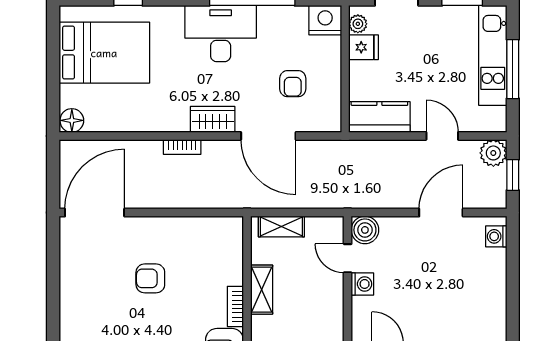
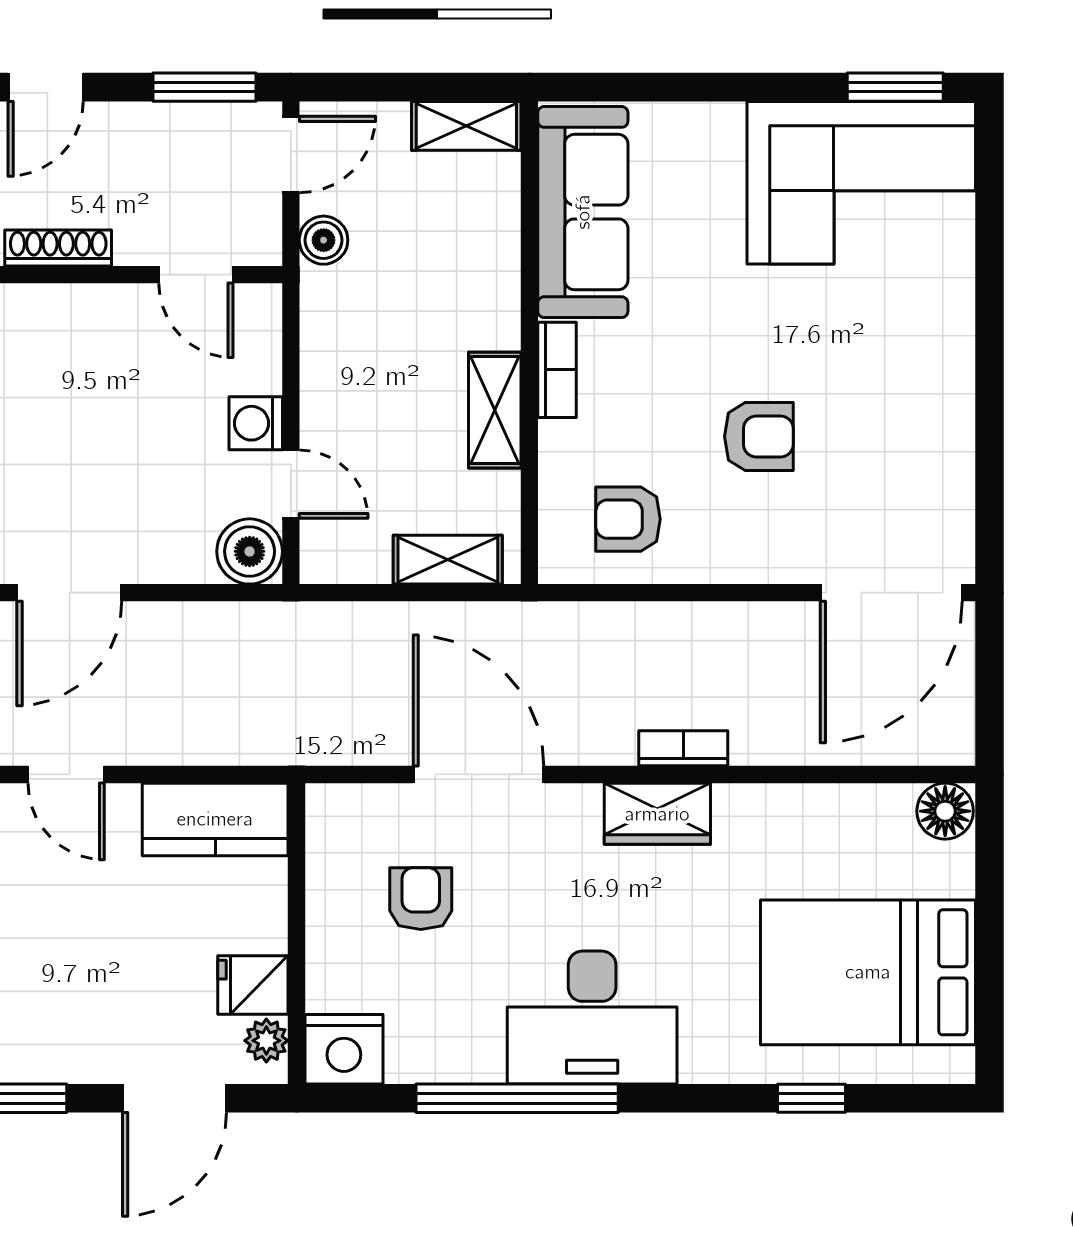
wardrobe: (213, 119) -> (657, 814), moved
armchair: (205, 244) -> (628, 519), added

